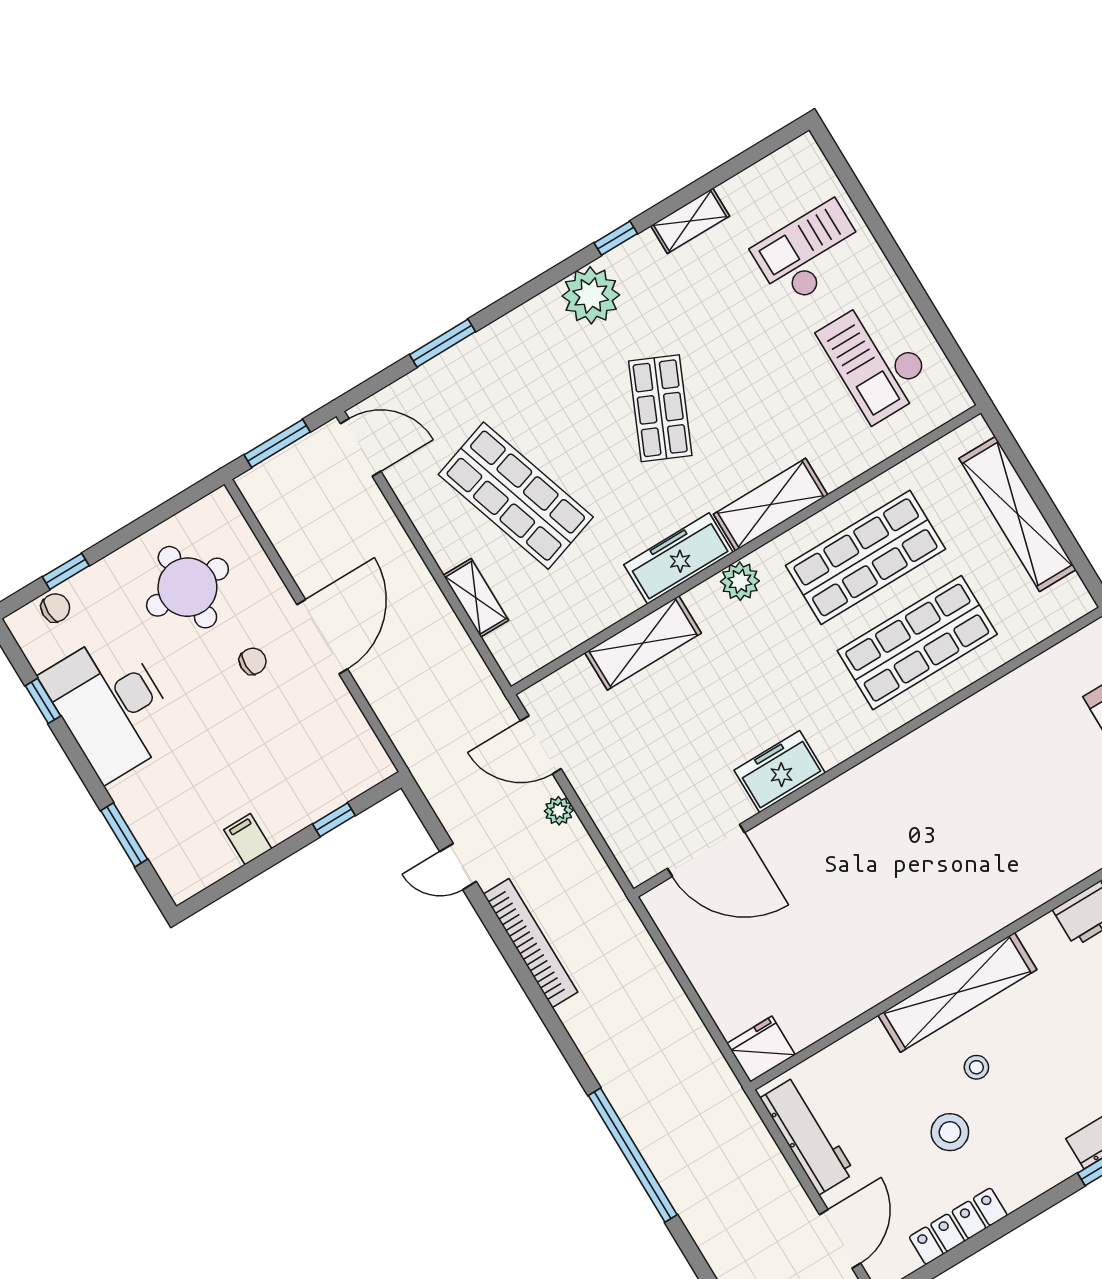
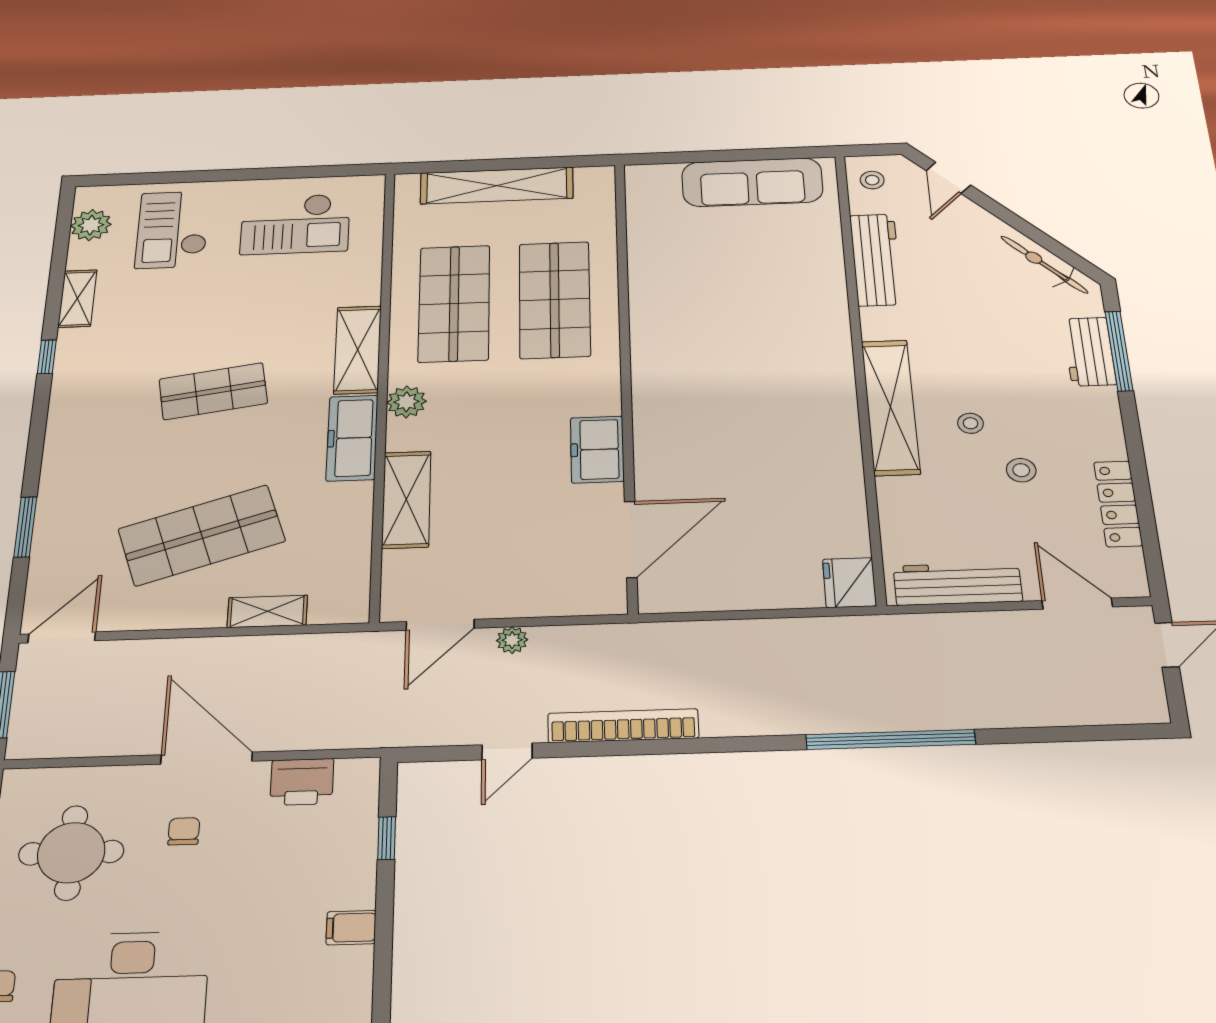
plant: (591, 295) -> (91, 225), moved, width x0.73, depth x0.73
shop shelf: (660, 408) -> (213, 391), turned -33
printer: (344, 724) -> (302, 782), added
stool: (950, 1132) -> (1021, 470), width x0.73, depth x0.73

